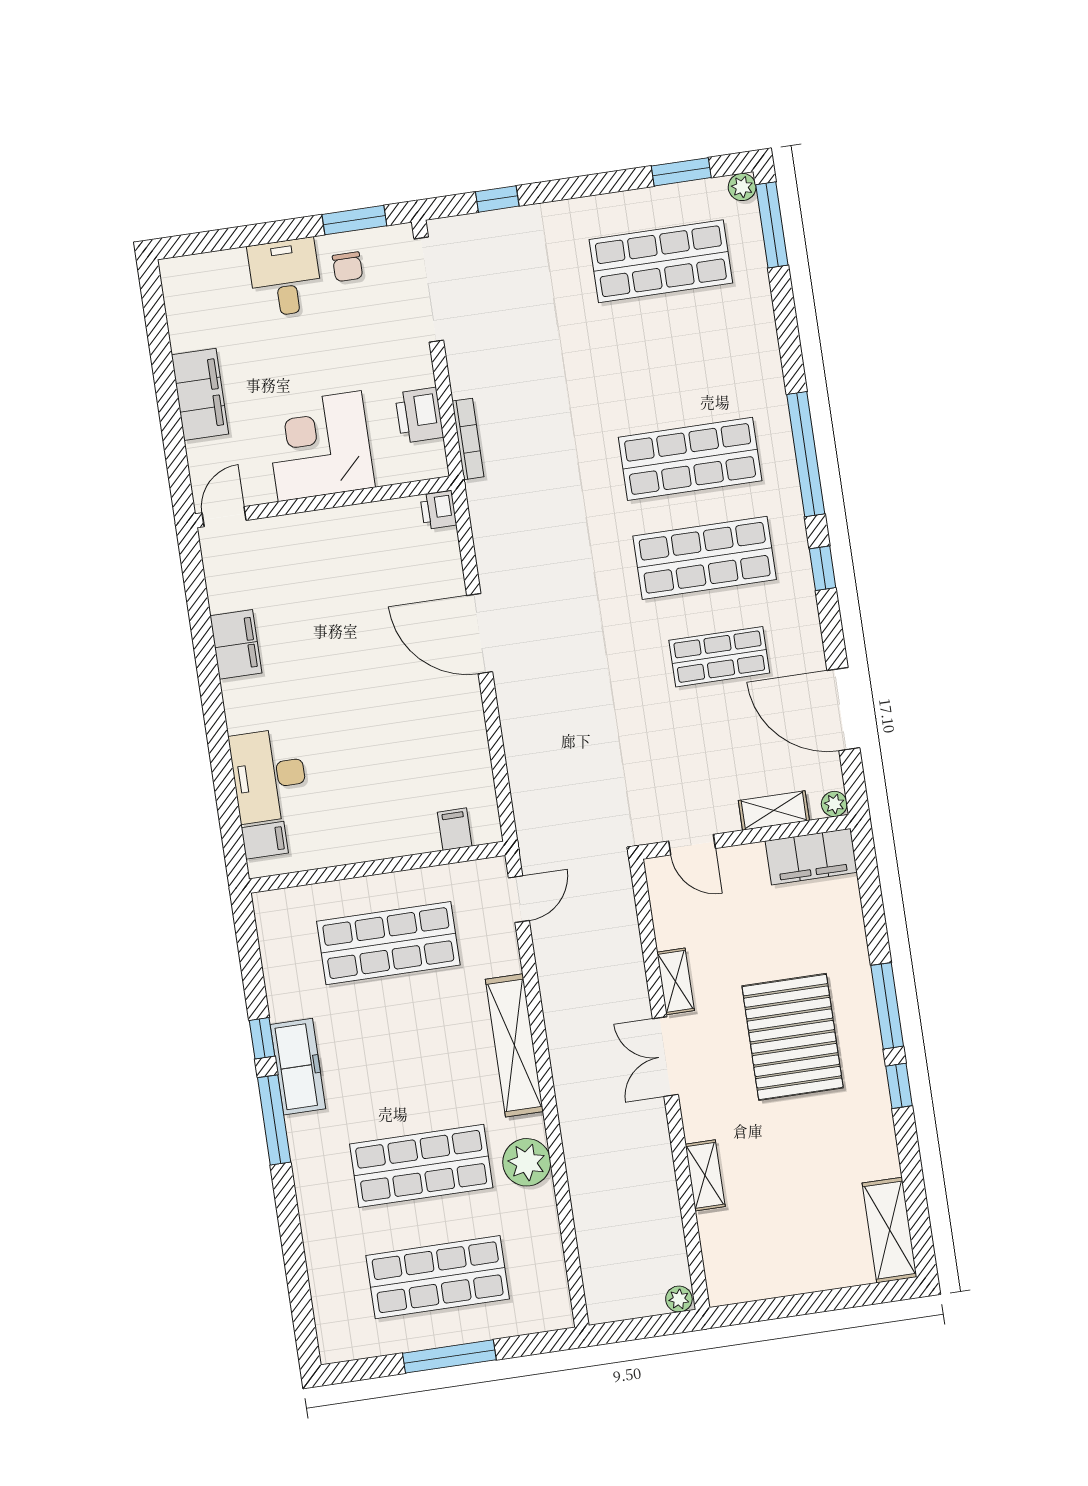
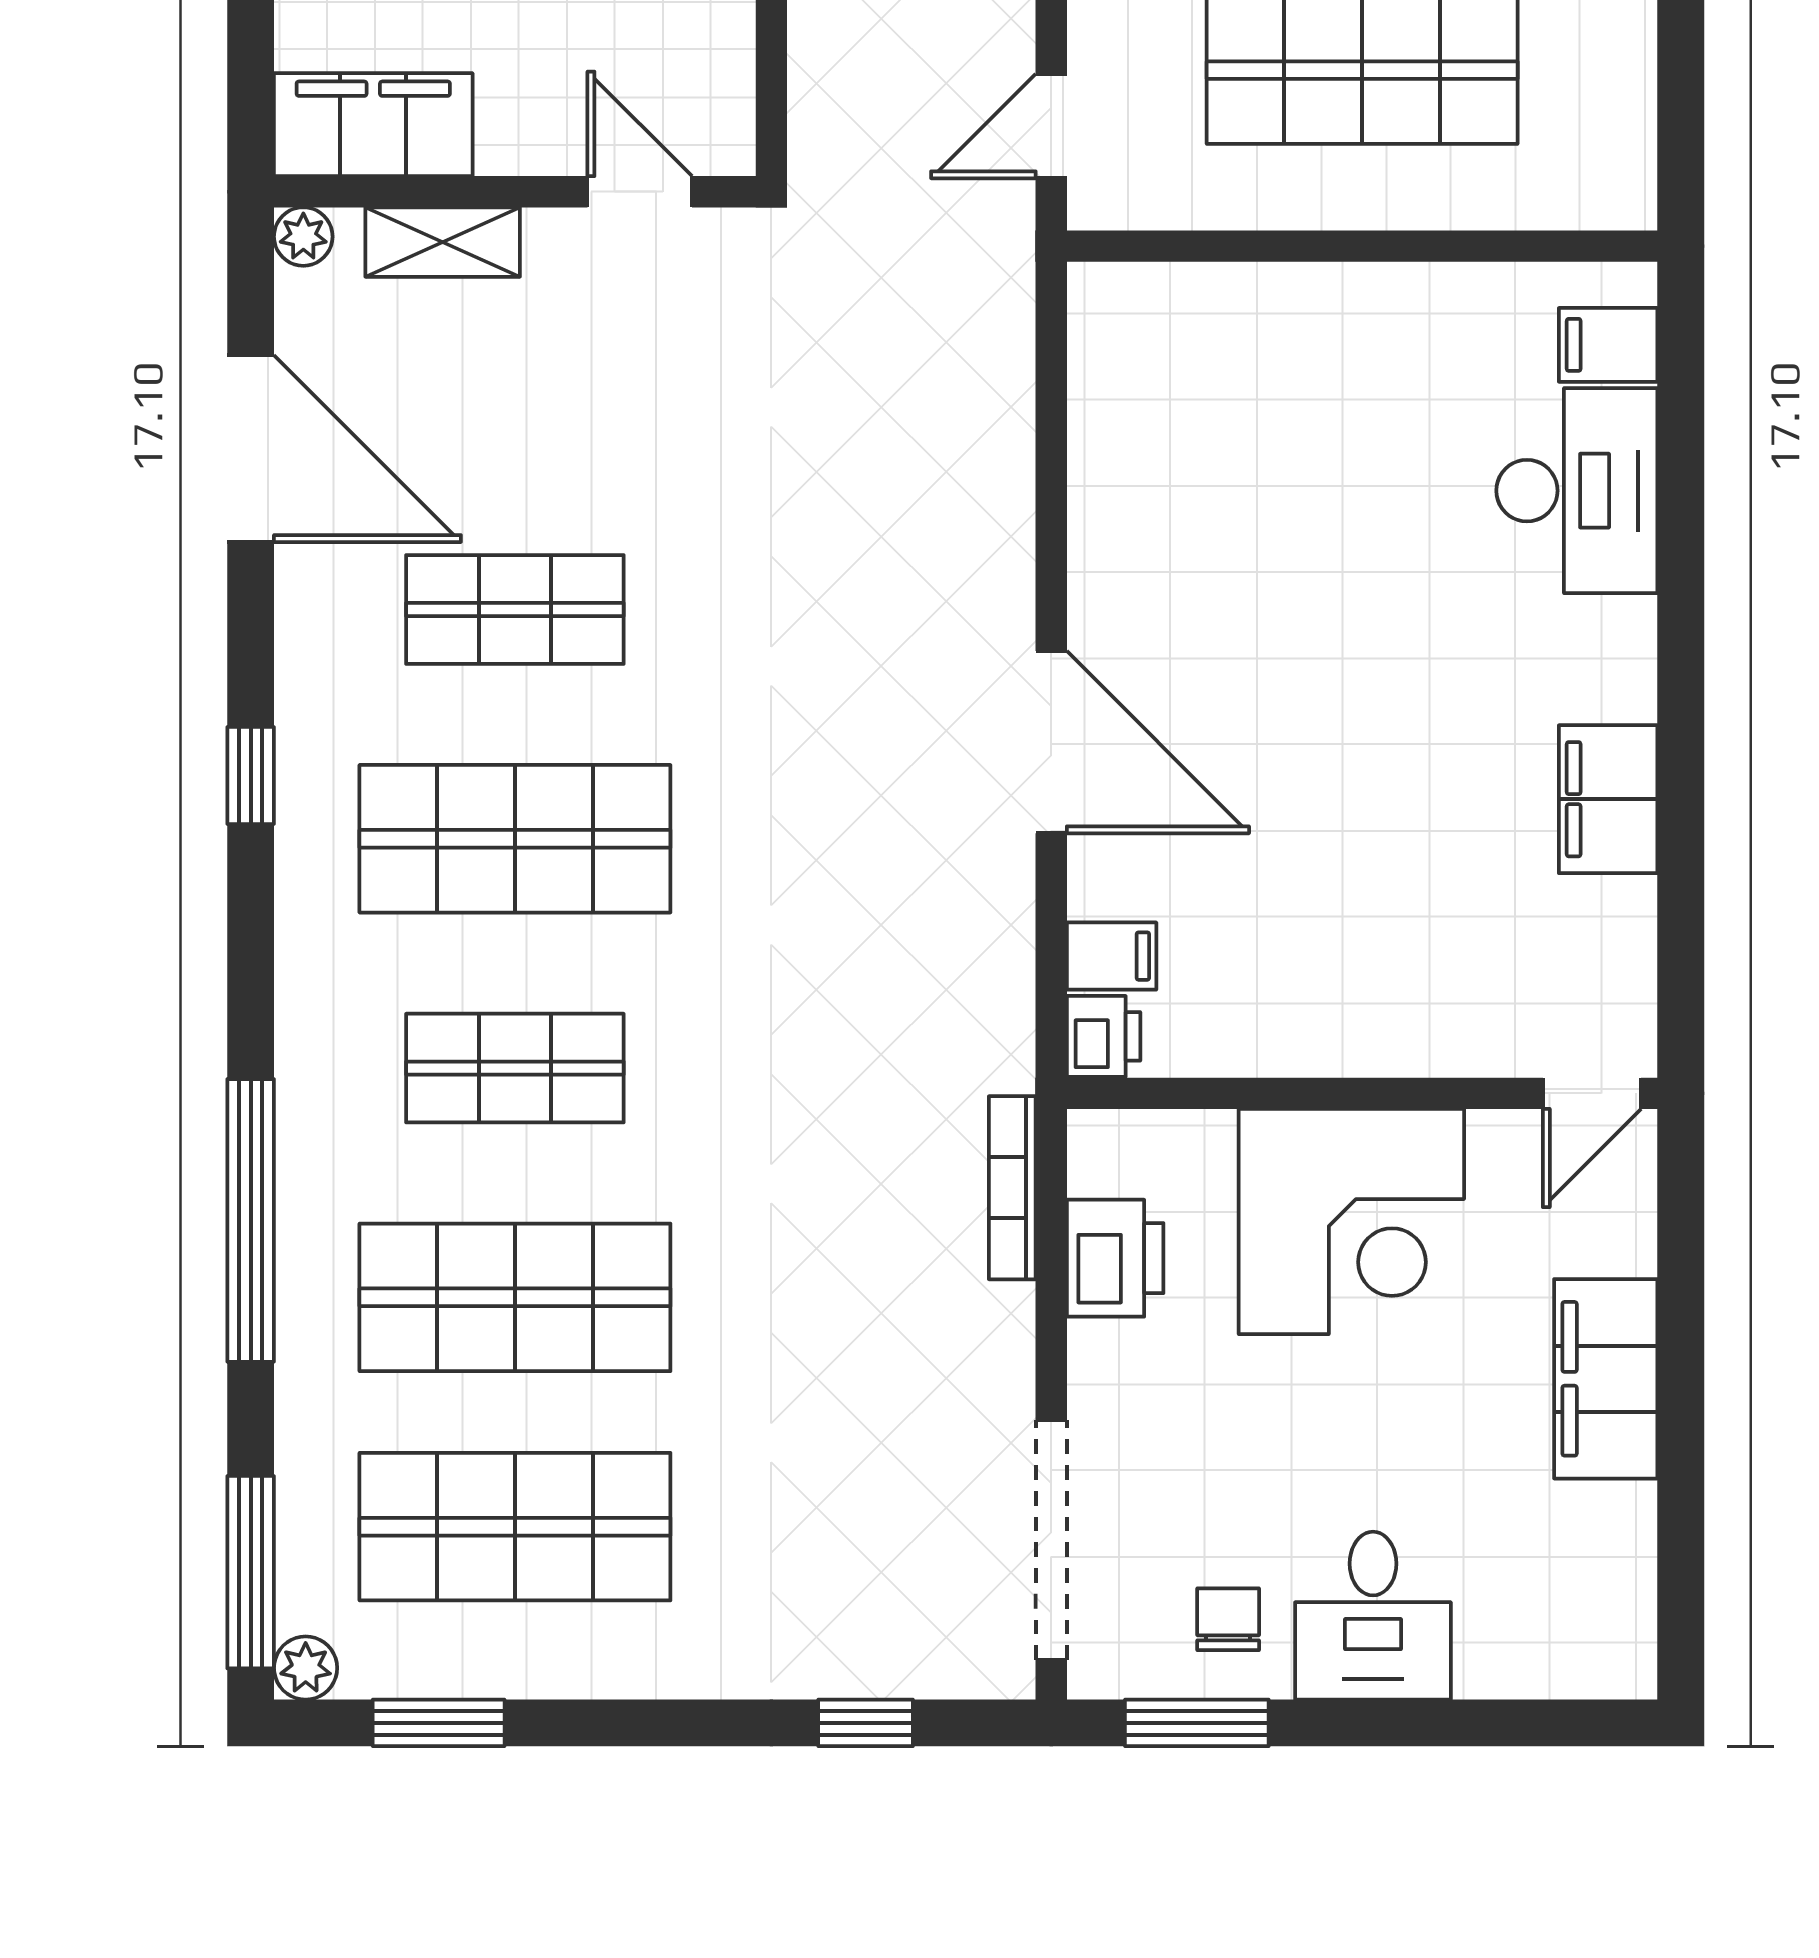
shop shelf: (675, 360) -> (515, 1297), added
window: (806, 454) -> (251, 1220), moved
shop shelf: (690, 459) -> (515, 1068), width x0.70, depth x0.74
filing cabinet: (455, 829) -> (1112, 956), moved, turned -90

